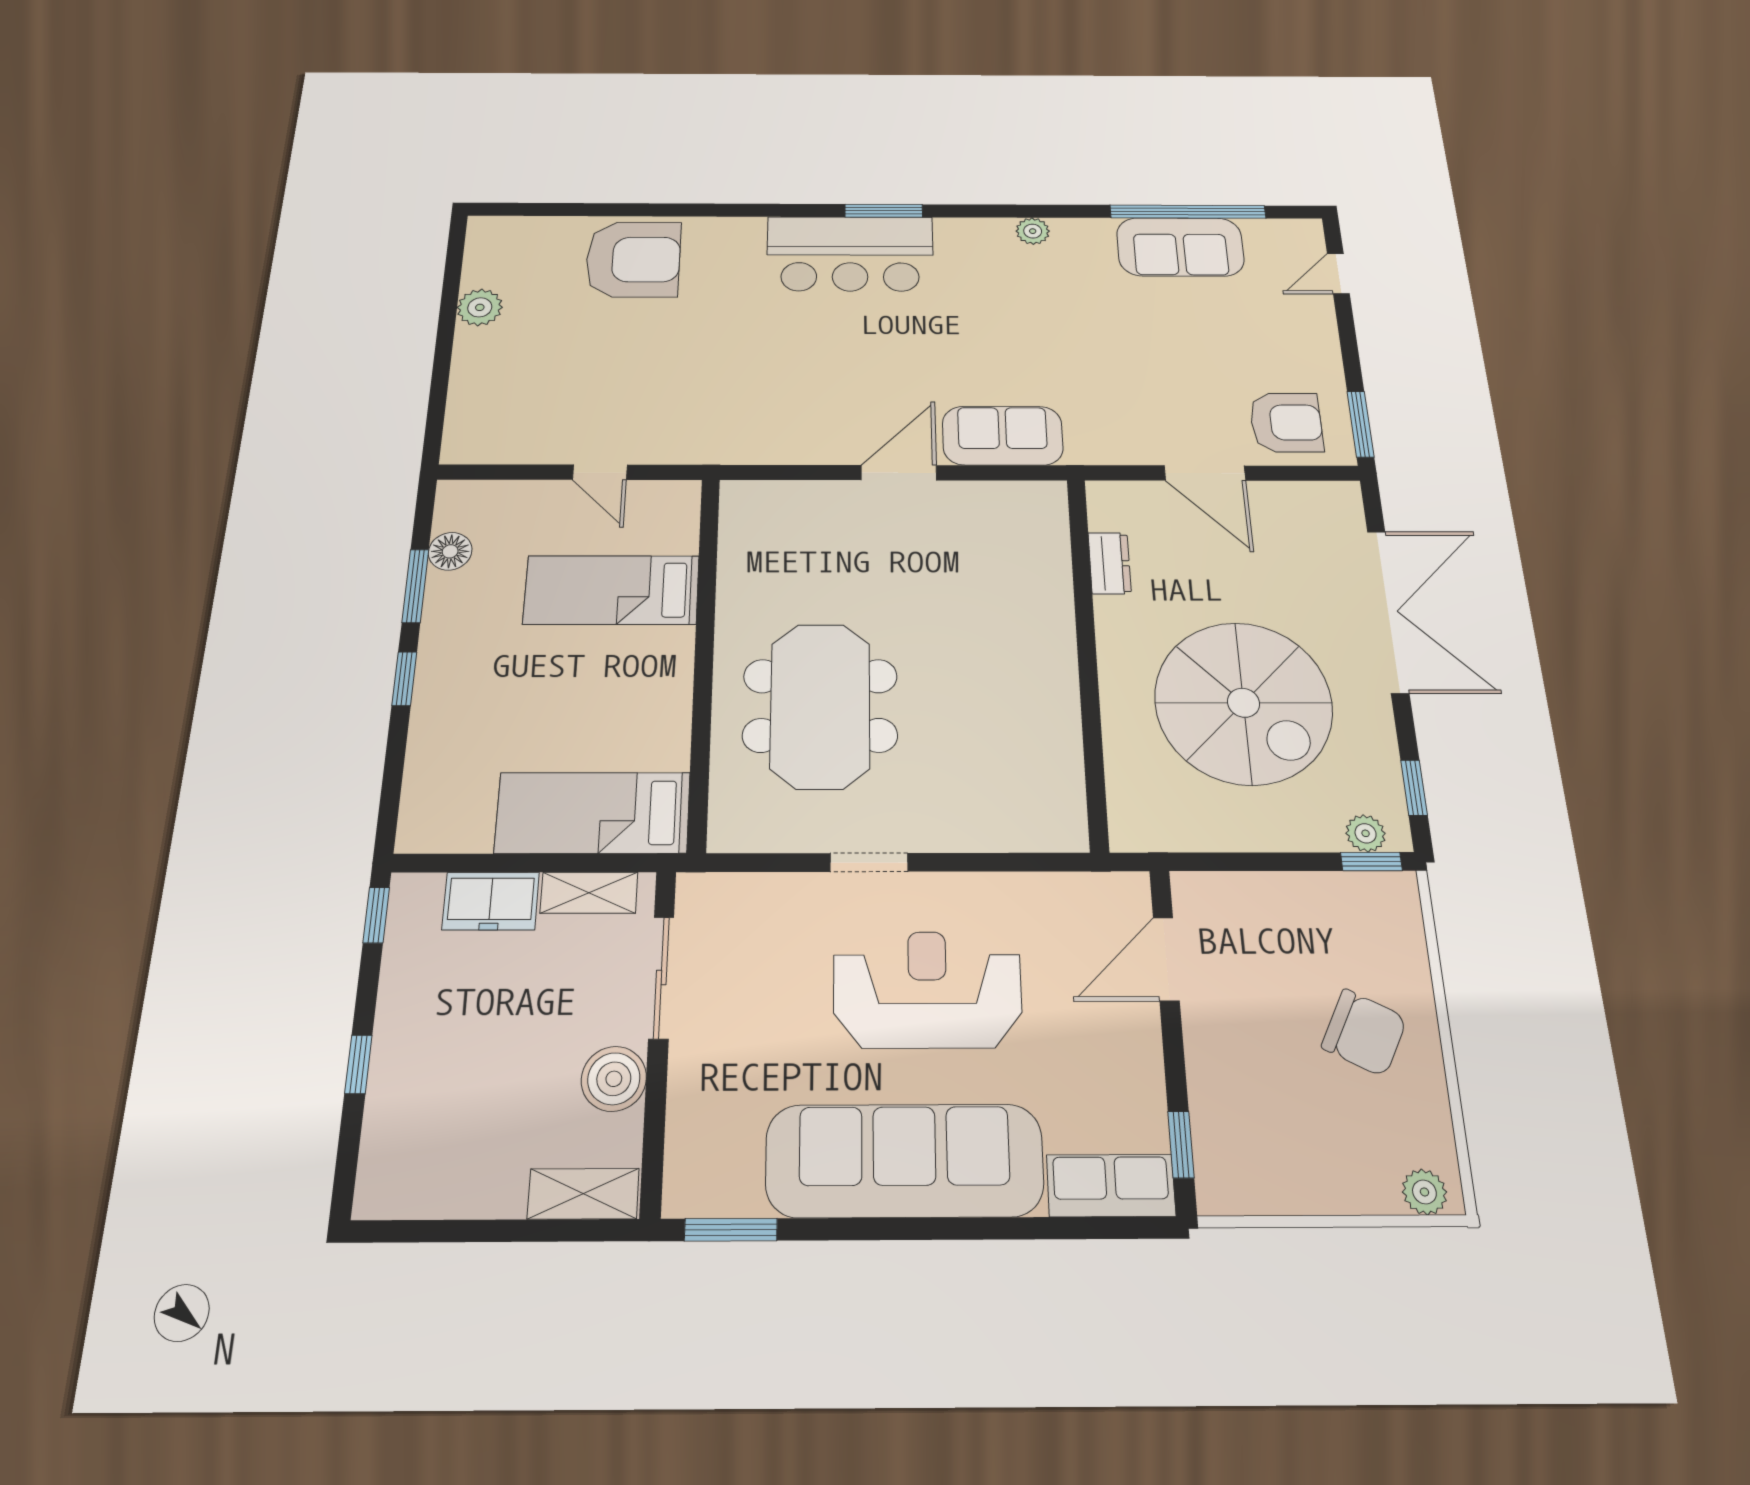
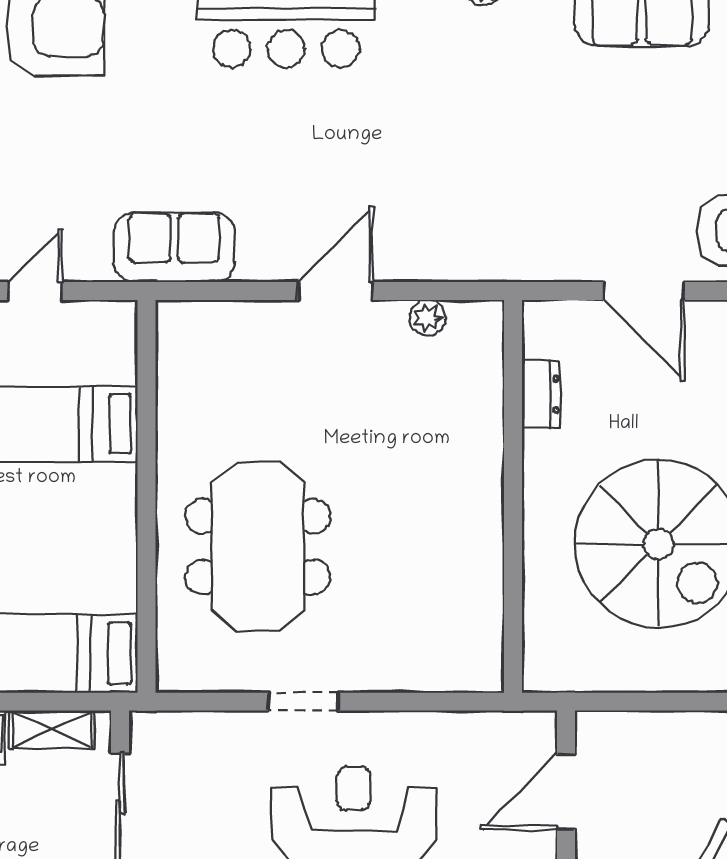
sofa: (1003, 436) -> (174, 247), moved
door: (600, 472) -> (35, 291), swing flipped
plant: (991, 496) -> (427, 318), added

